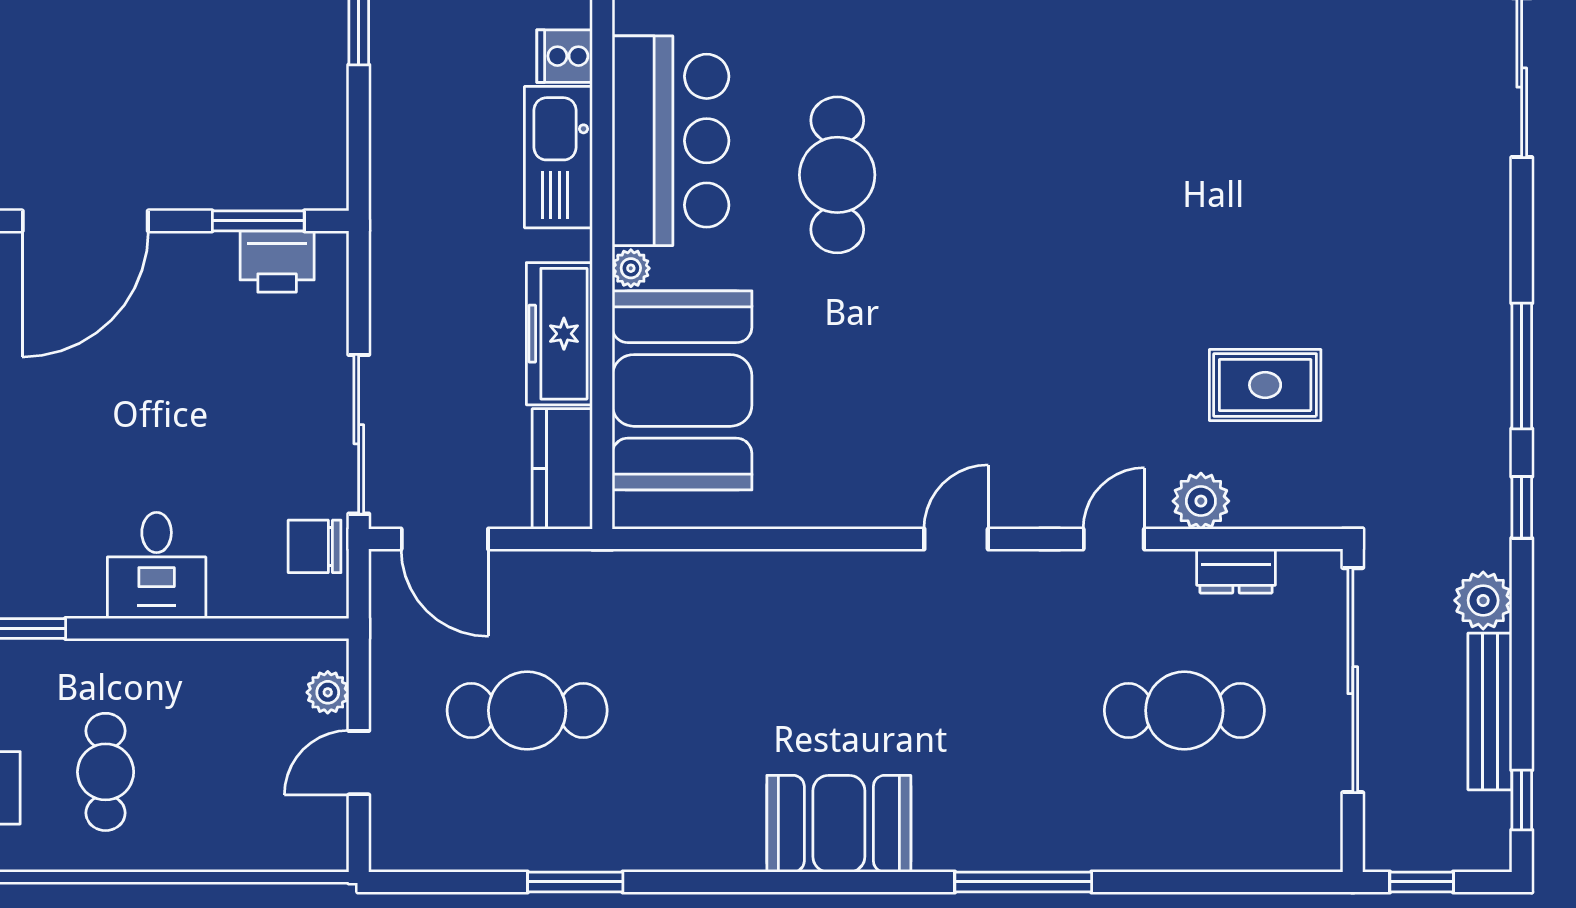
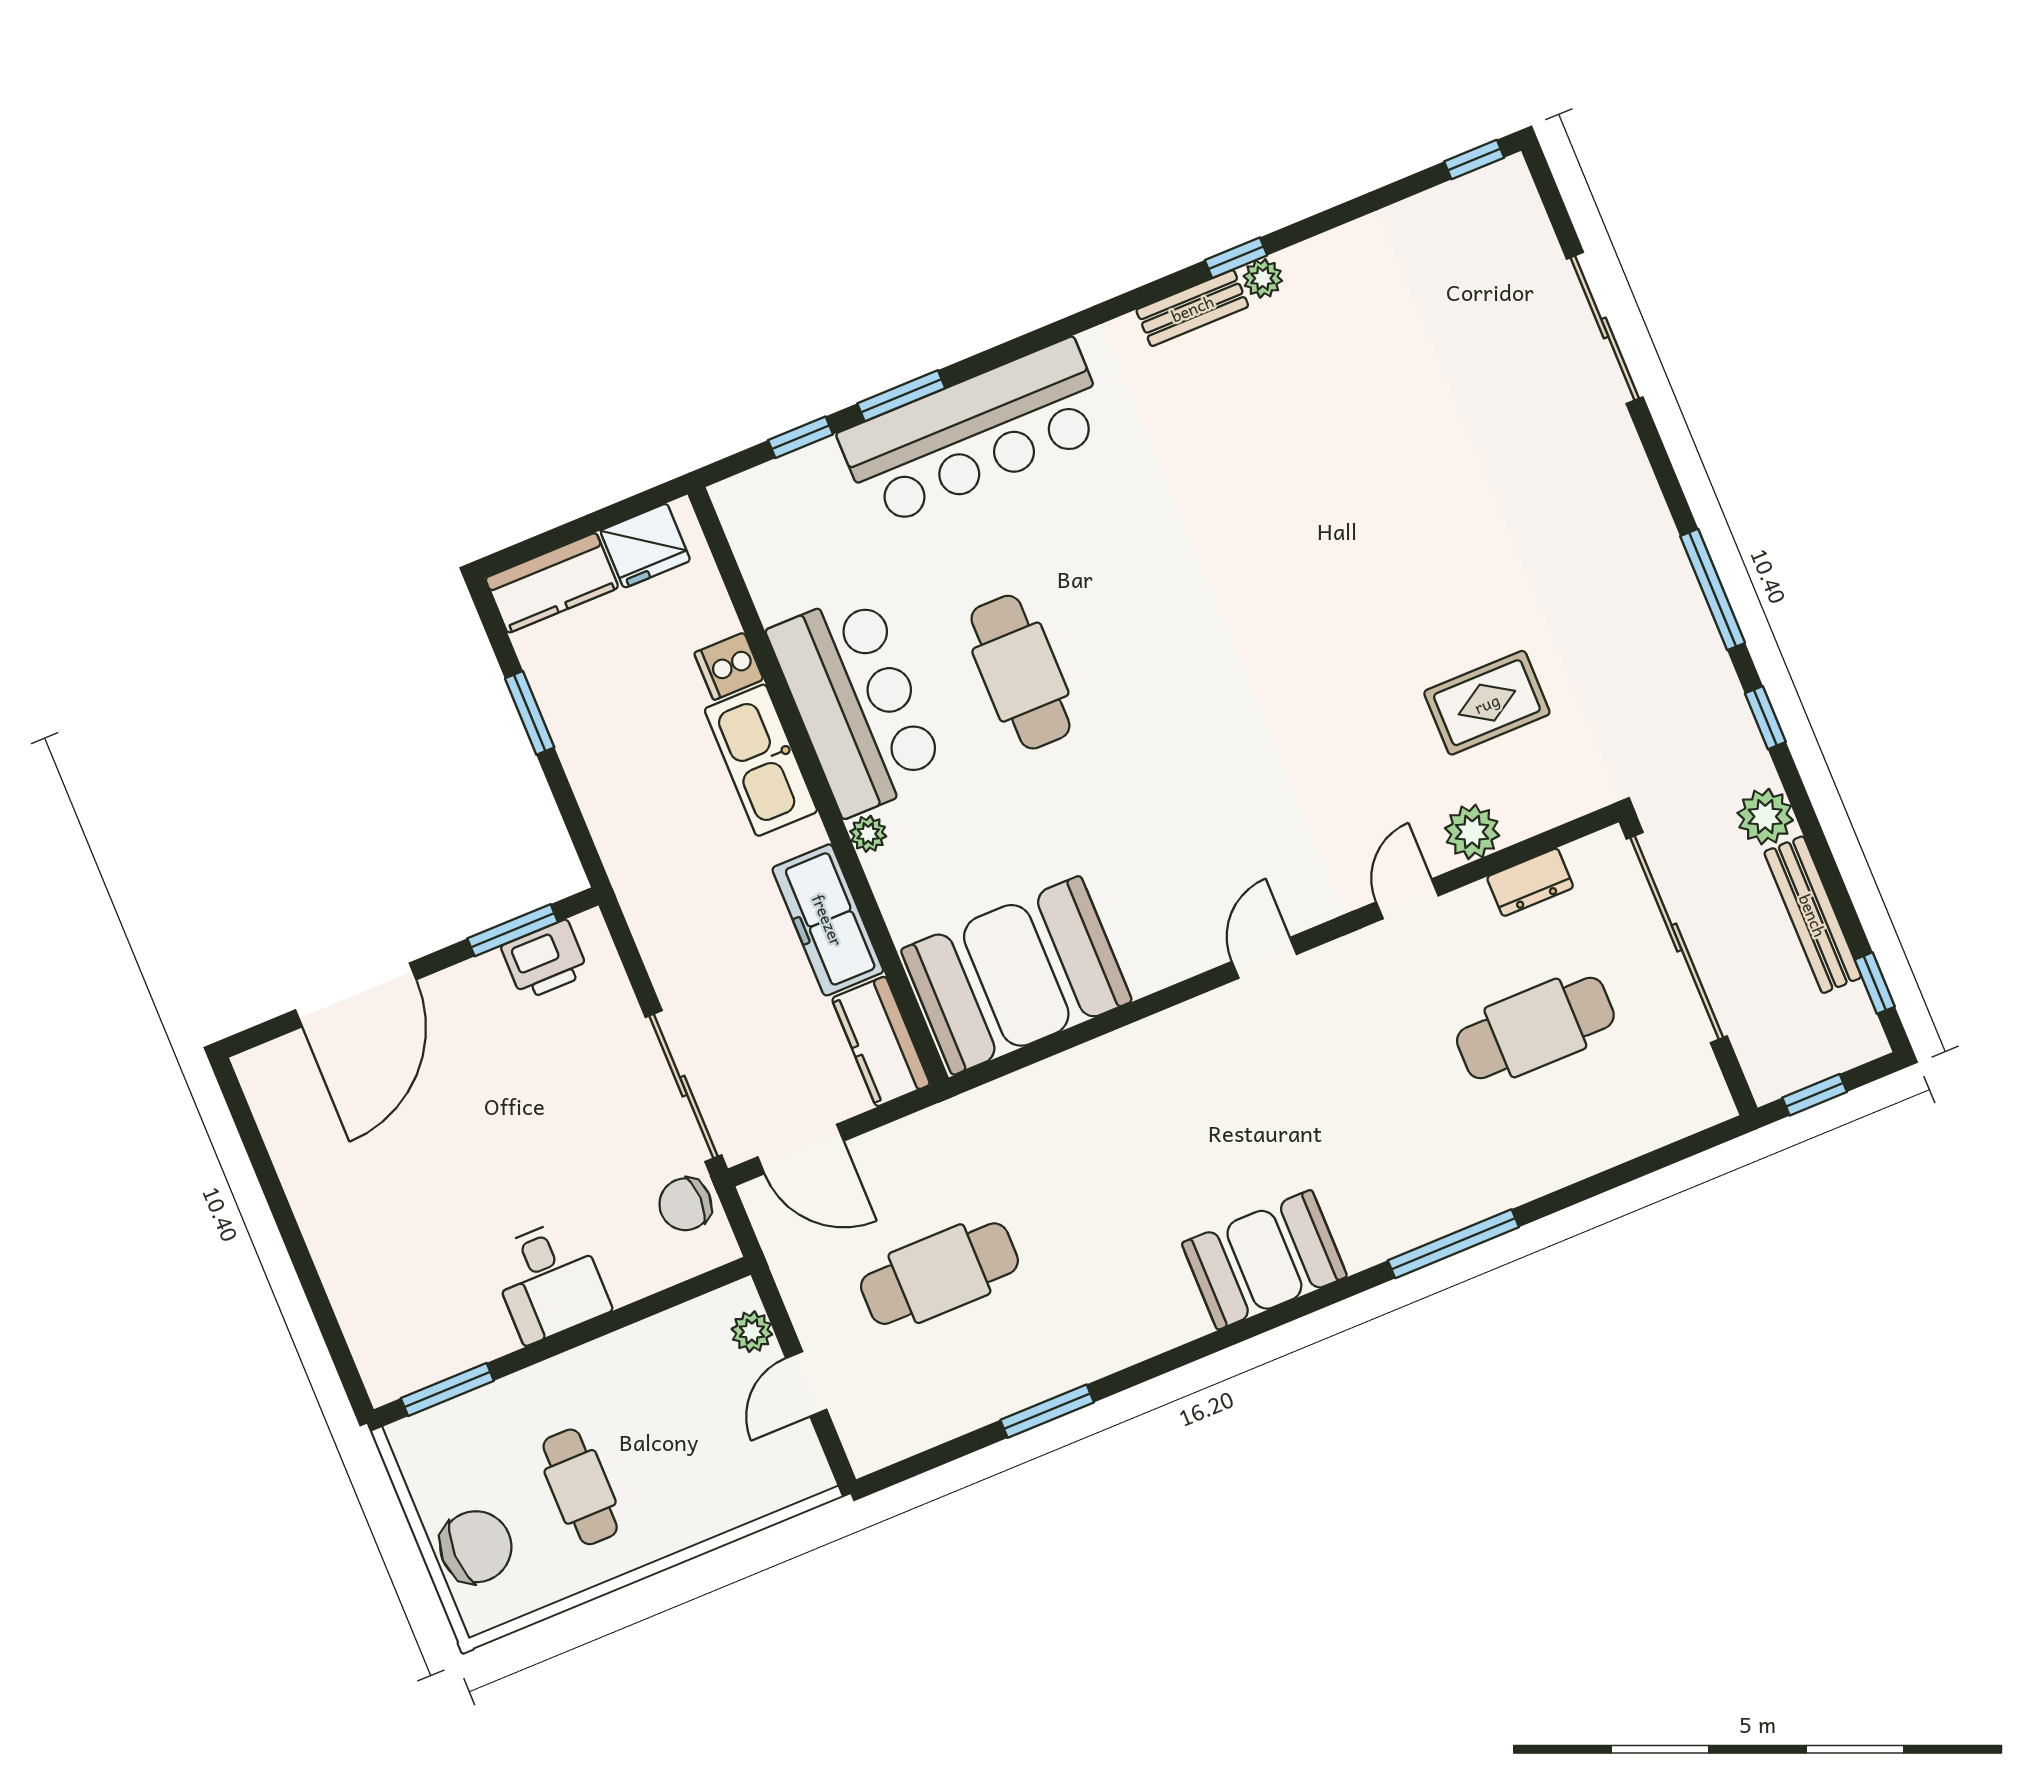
booth: (682, 390) -> (1016, 975), moved, turned 90

